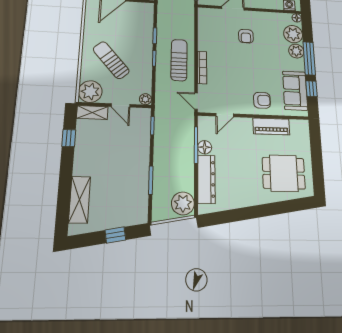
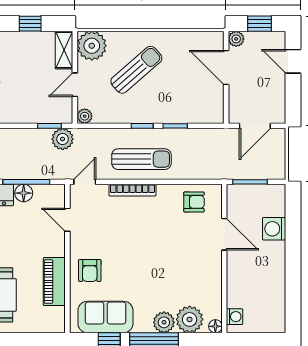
armchair: (246, 36) -> (194, 202), moved, turned 180
plant: (163, 116) -> (63, 139), added

